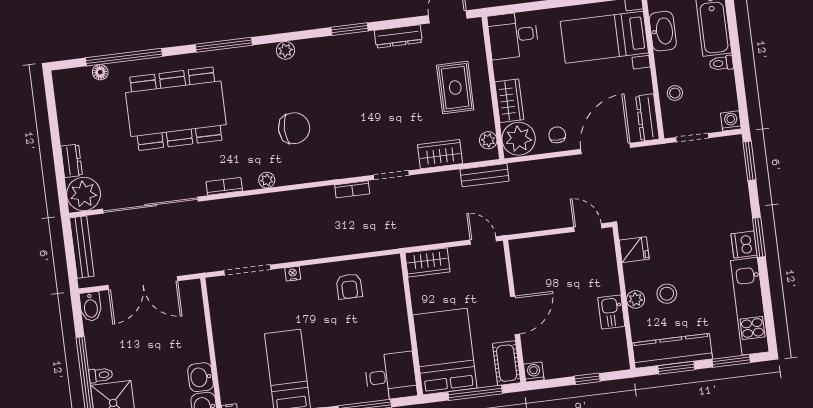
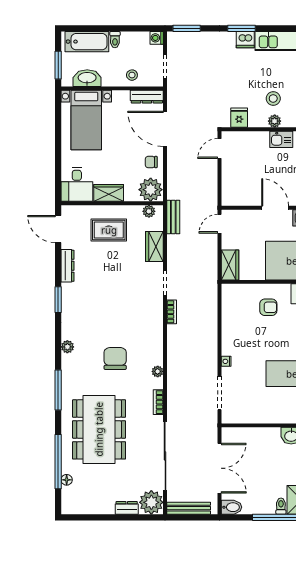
wardrobe: (509, 101) -> (109, 193), moved
chair: (294, 128) -> (115, 359), moved
armchair: (349, 286) -> (268, 307), moved

